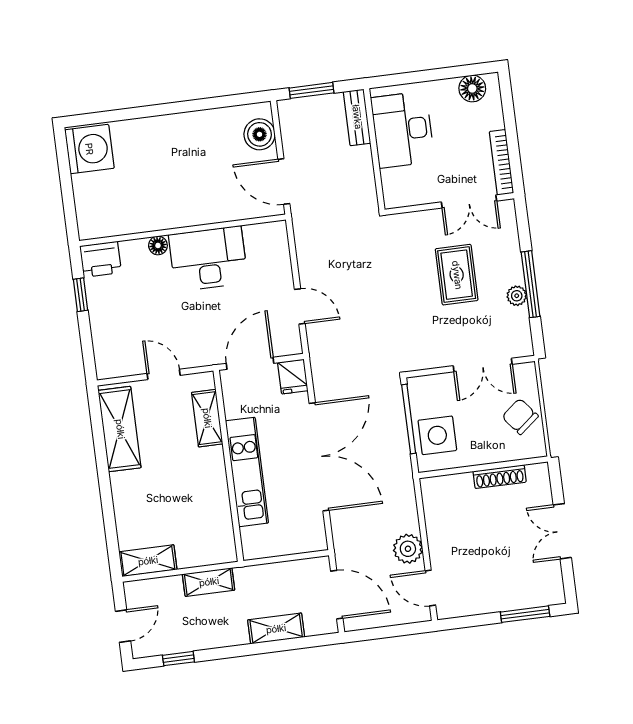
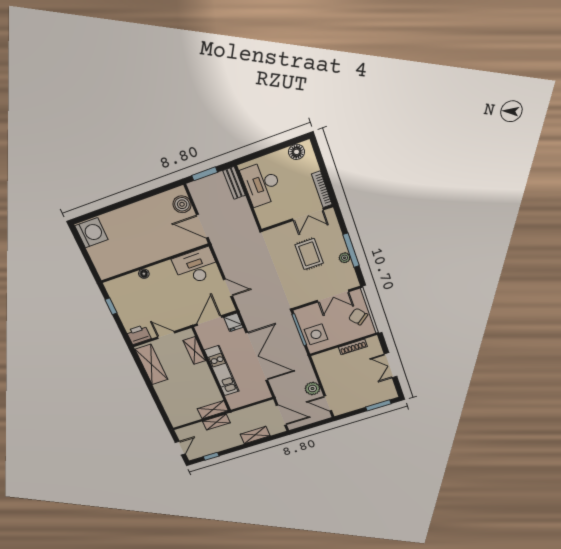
printer: (101, 259) -> (139, 335), moved, turned 180
desk: (208, 259) -> (196, 267), moved
shelving: (148, 561) -> (213, 410), moved

